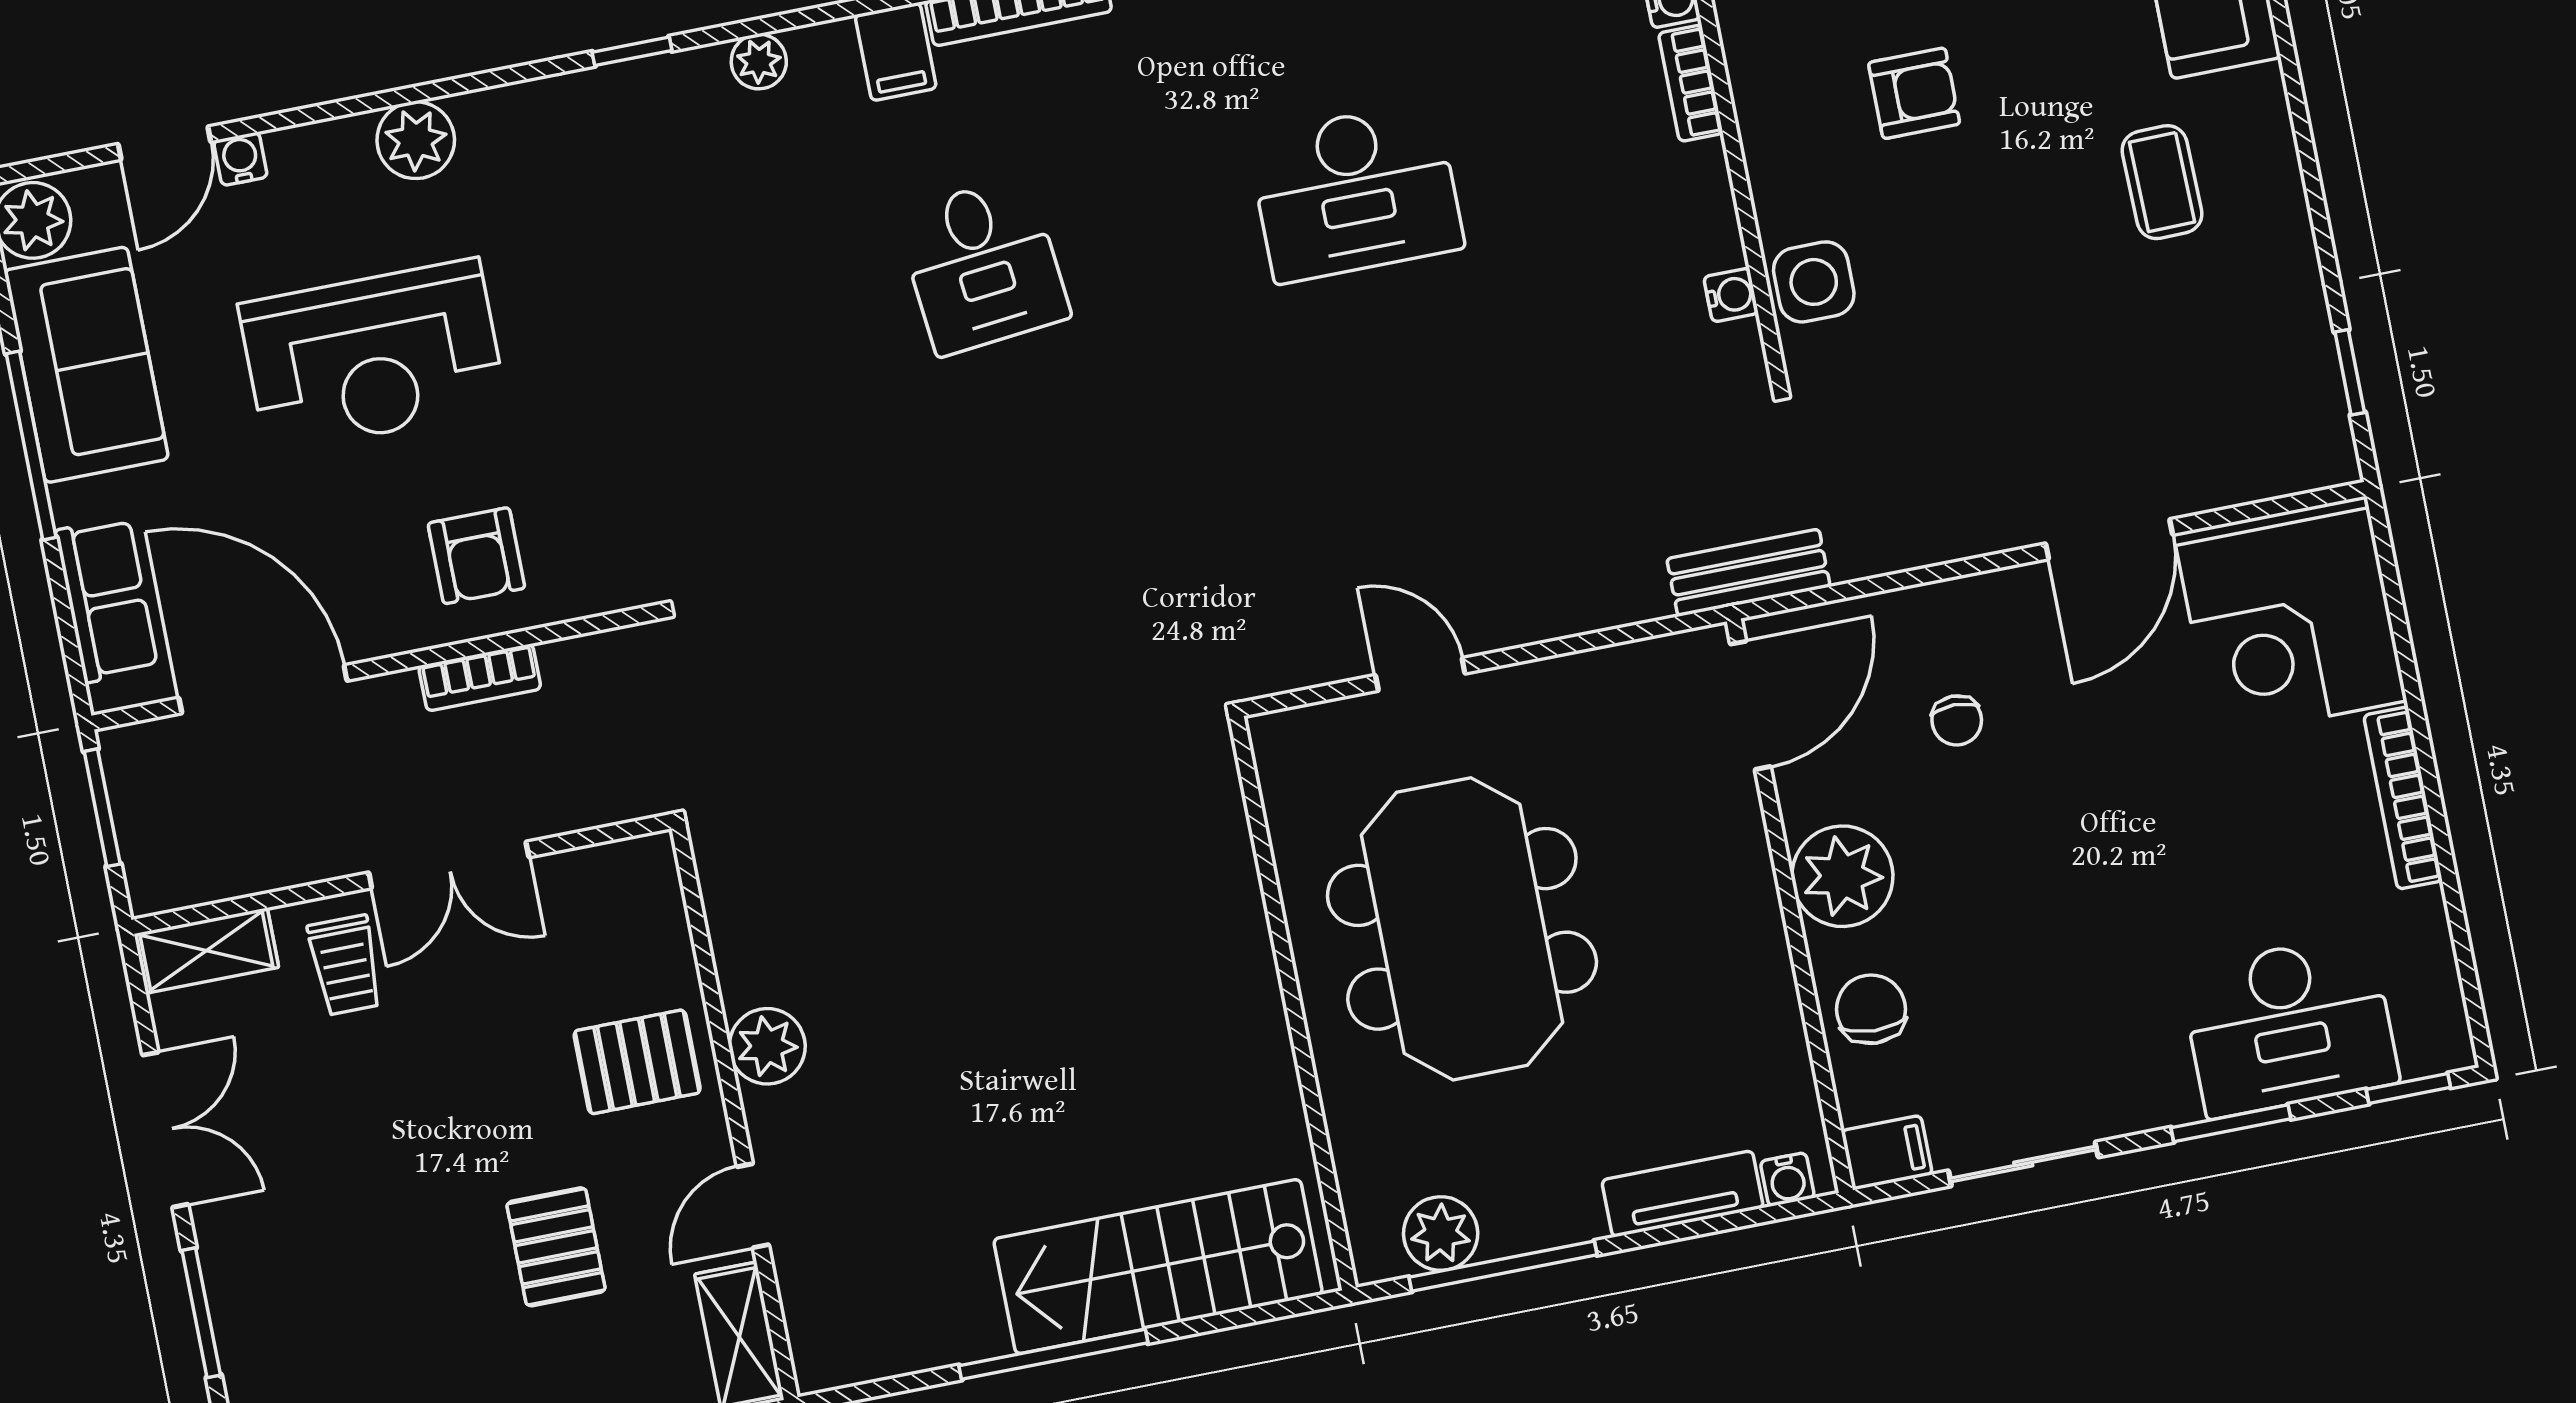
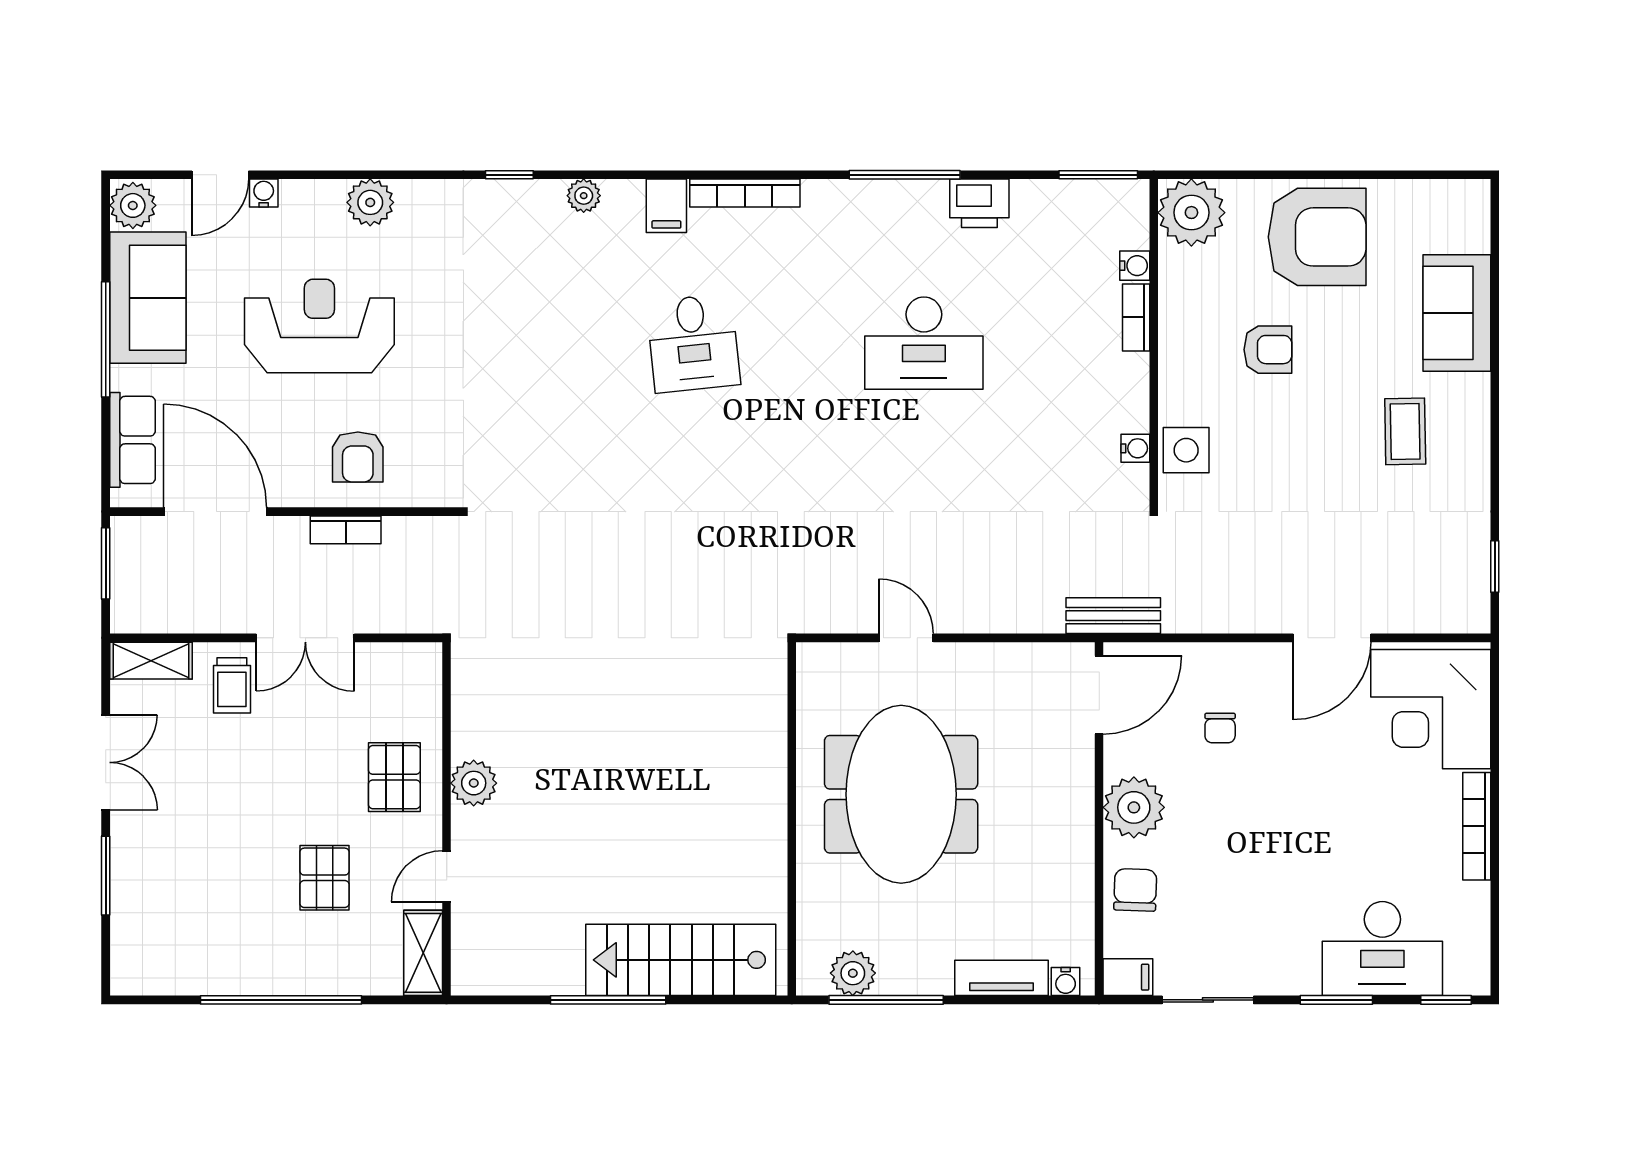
reception desk: (373, 356) -> (319, 326), turned 180
pallet: (637, 1062) -> (394, 777), turned 90

